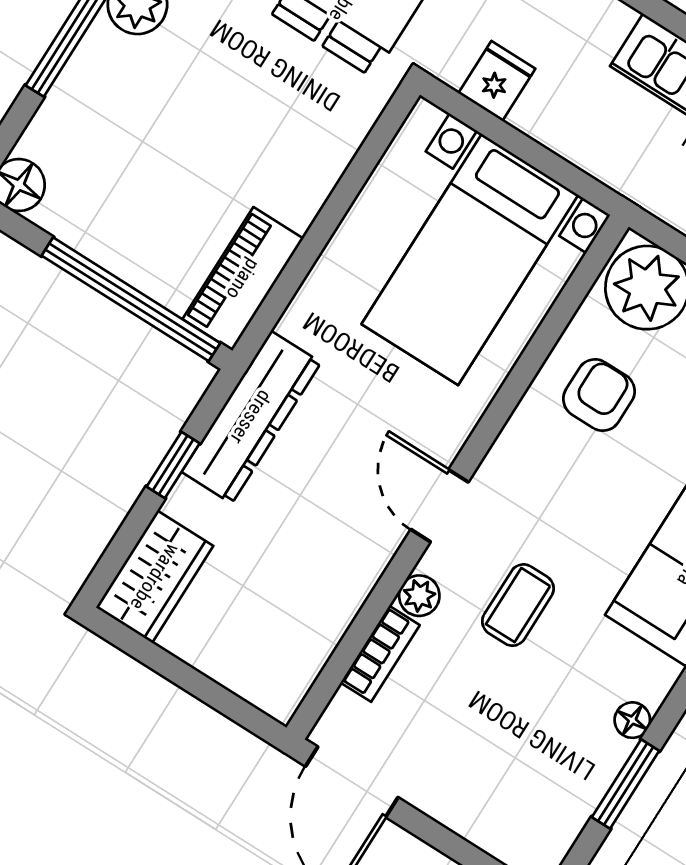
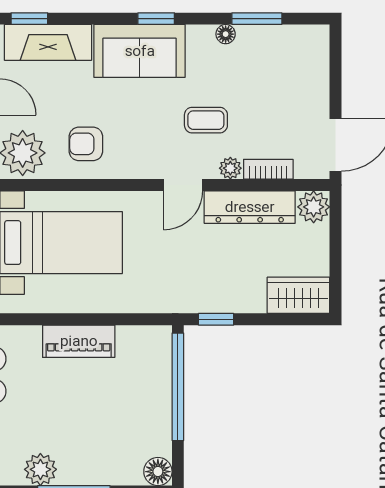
piano: (243, 279) -> (79, 341), moved
dresser: (251, 417) -> (250, 207), moved, turned 180
window: (173, 465) -> (216, 319), moved
plant: (277, 687) -> (314, 207), added

